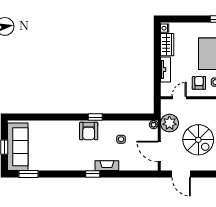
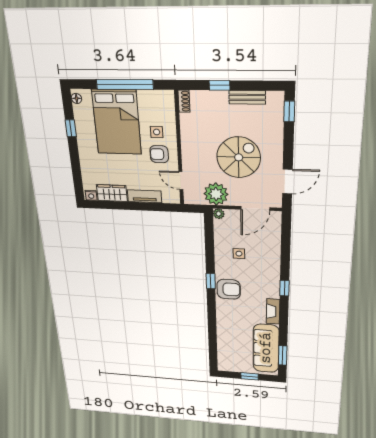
sofa: (18, 147) -> (266, 348), moved, turned -90
fireplace: (107, 166) -> (273, 311), moved

